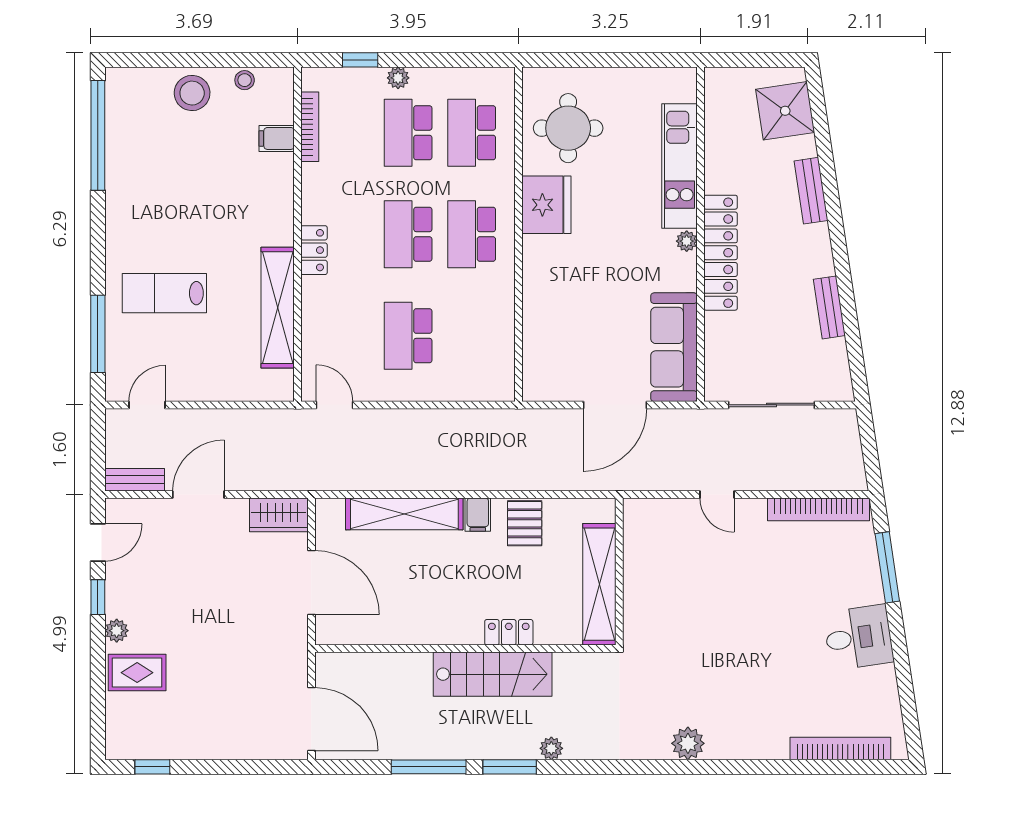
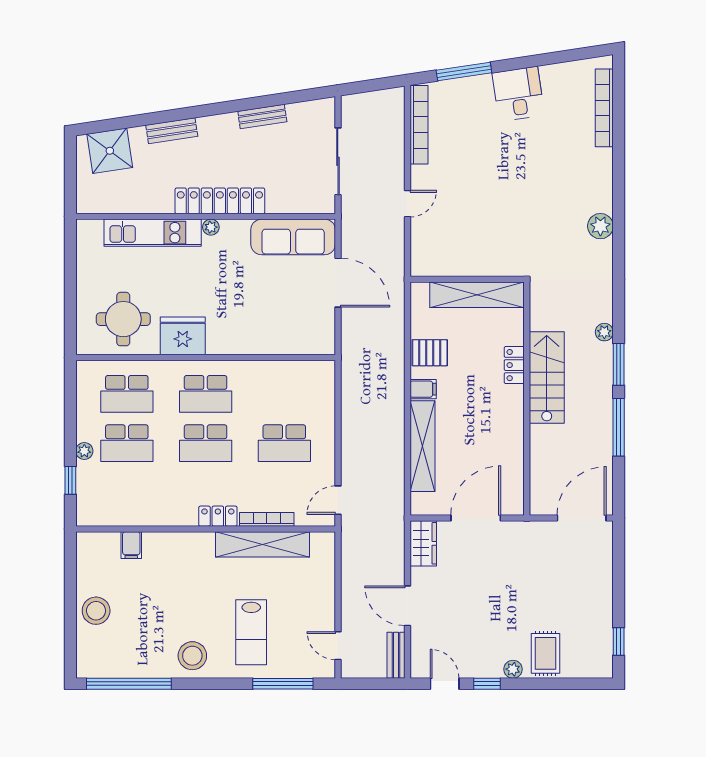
stool: (245, 80) -> (192, 656), moved, width x1.89, depth x1.89
bookcase: (310, 127) -> (267, 519), moved

